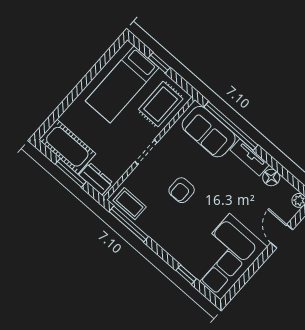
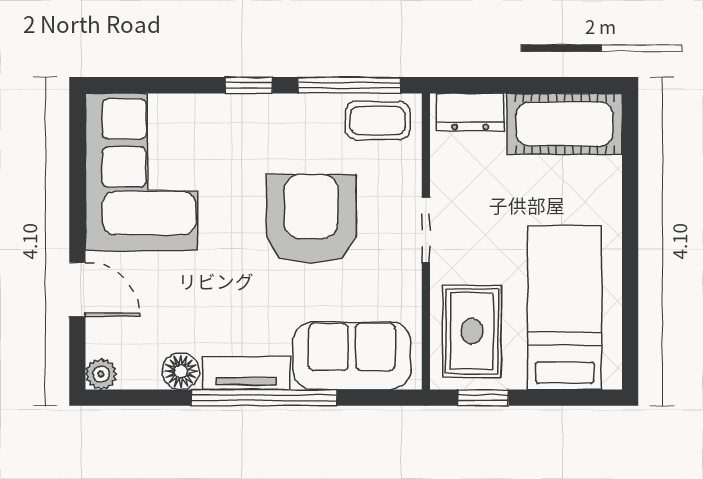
window: (159, 63) -> (483, 398), moved
window: (231, 126) -> (264, 398), moved
window: (71, 173) -> (521, 85), removed
armchair: (182, 190) -> (311, 219), width x1.88, depth x1.88
window: (186, 275) -> (249, 85), moved

